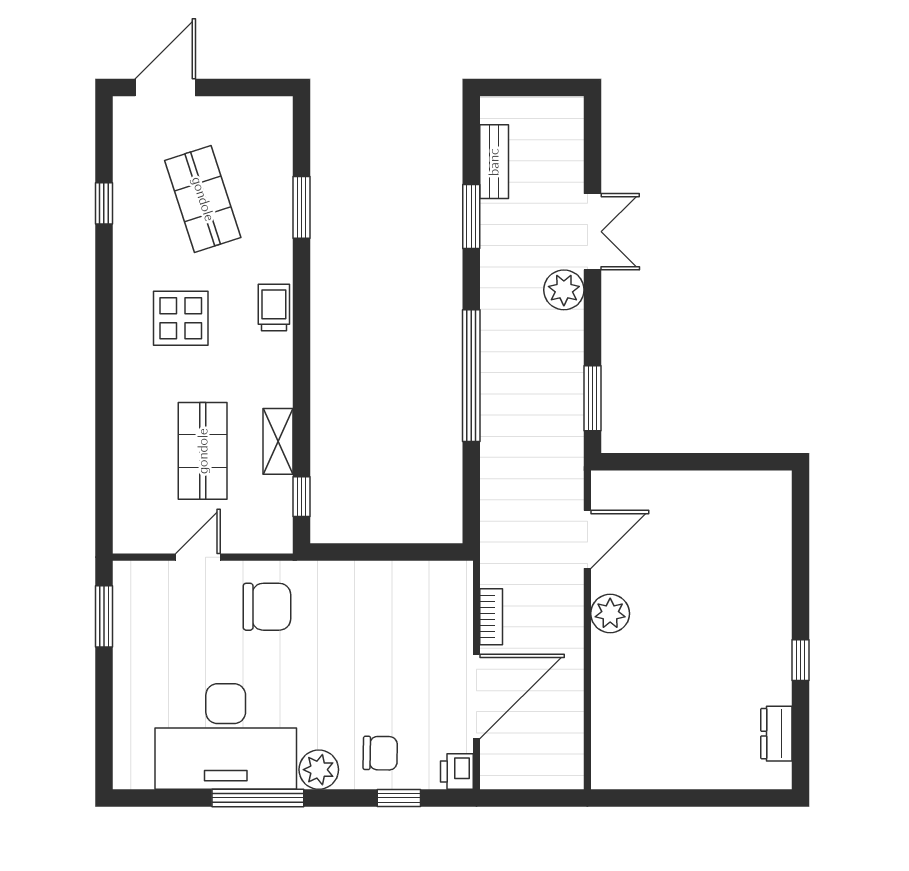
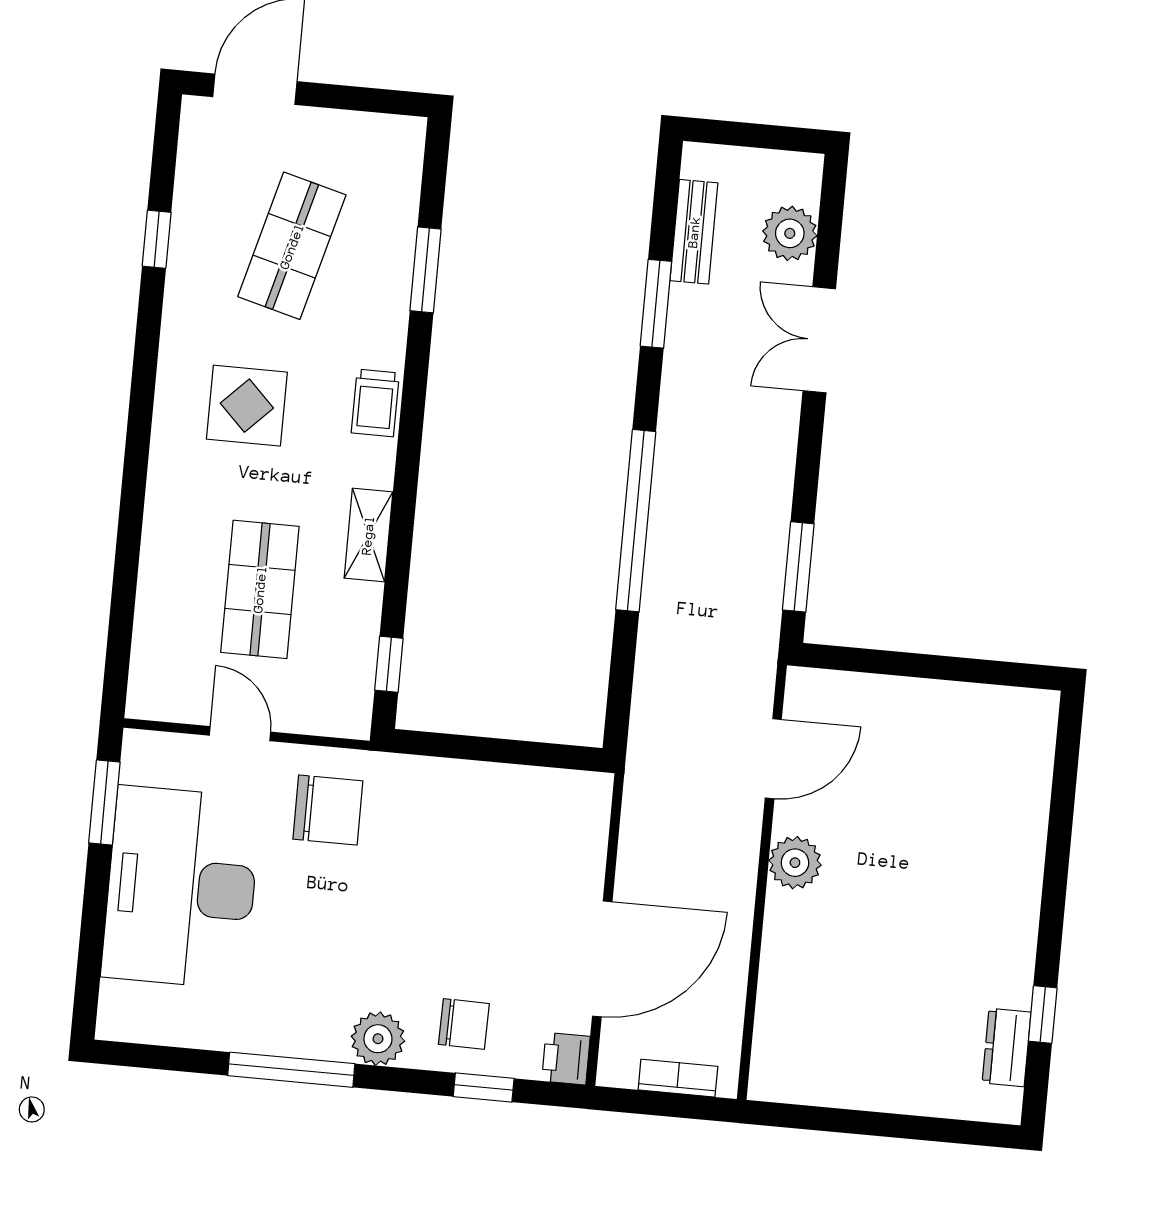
shop shelf: (203, 199) -> (292, 246), turned 33
double door: (593, 232) -> (819, 340), swing flipped
plant: (564, 290) -> (790, 233), moved
trolley: (274, 308) -> (375, 403), turned 180
shelving: (278, 441) -> (368, 535), moved
door: (198, 557) -> (240, 734), hinge flipped
bookcase: (491, 617) -> (678, 1078), moved, turned -90
window: (800, 660) -> (1043, 1015), moved
desk: (226, 736) -> (181, 887), moved, turned 90

